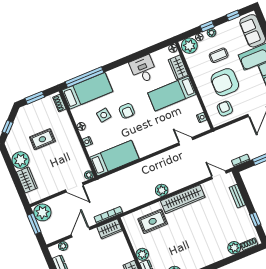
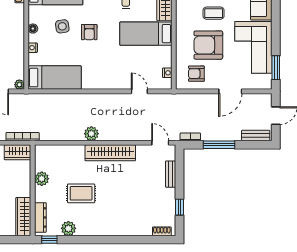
armchair: (225, 109) -> (196, 74), turned -90
rug: (153, 221) -> (81, 193), moved
plant: (234, 248) -> (144, 228), removed
plant: (142, 254) -> (42, 179), moved

